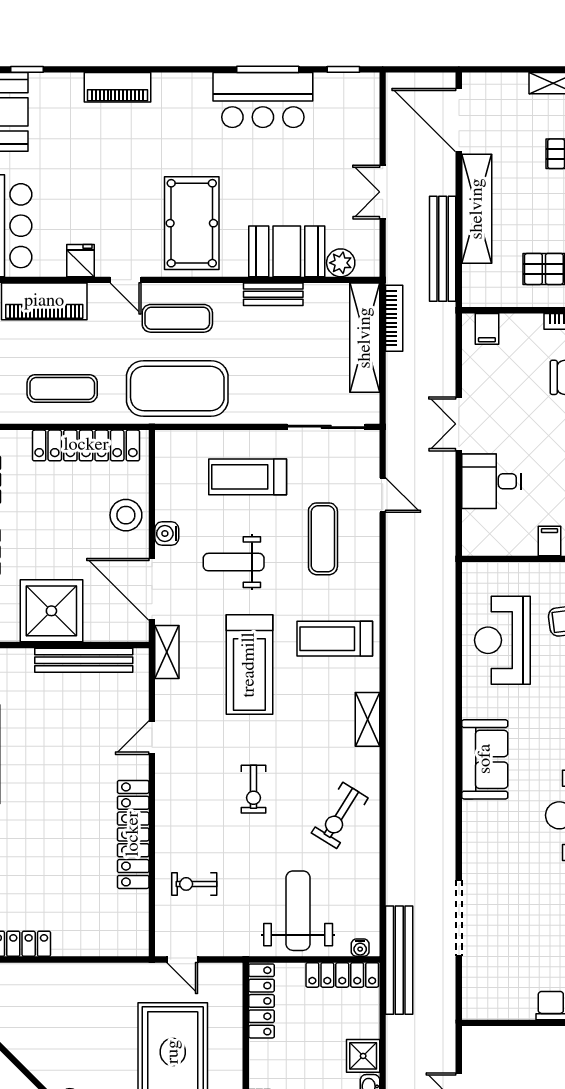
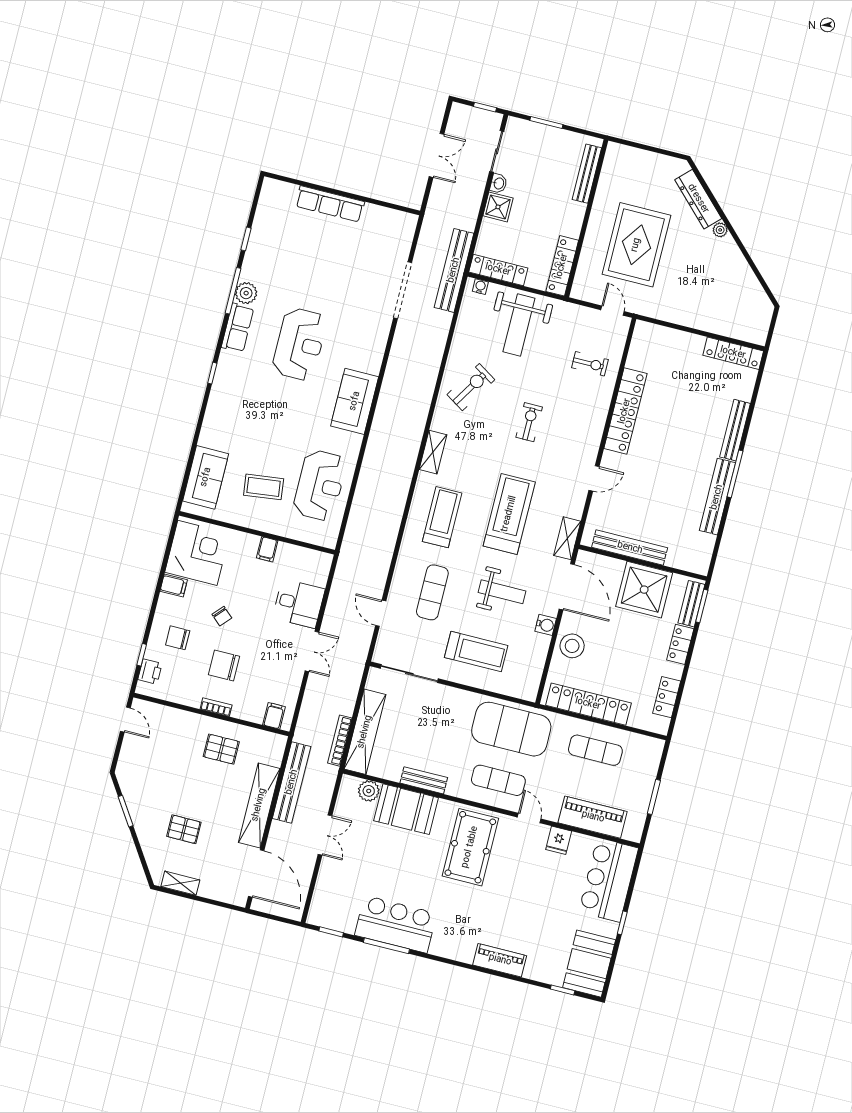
treadmill: (335, 639) -> (442, 517), turned -90

